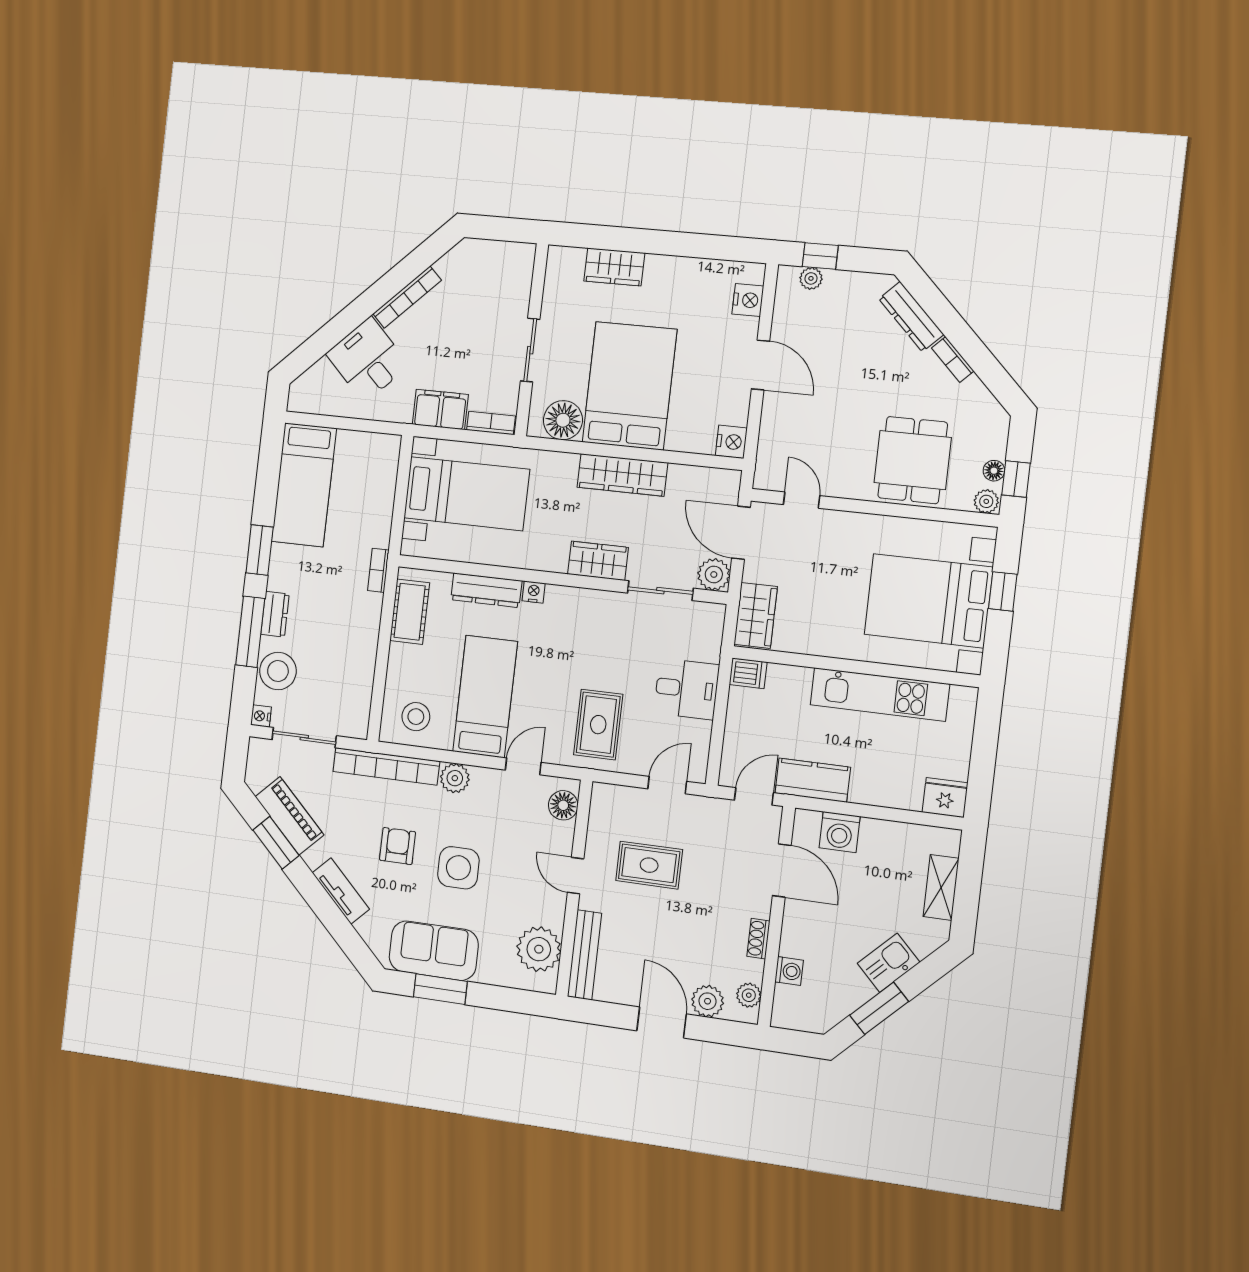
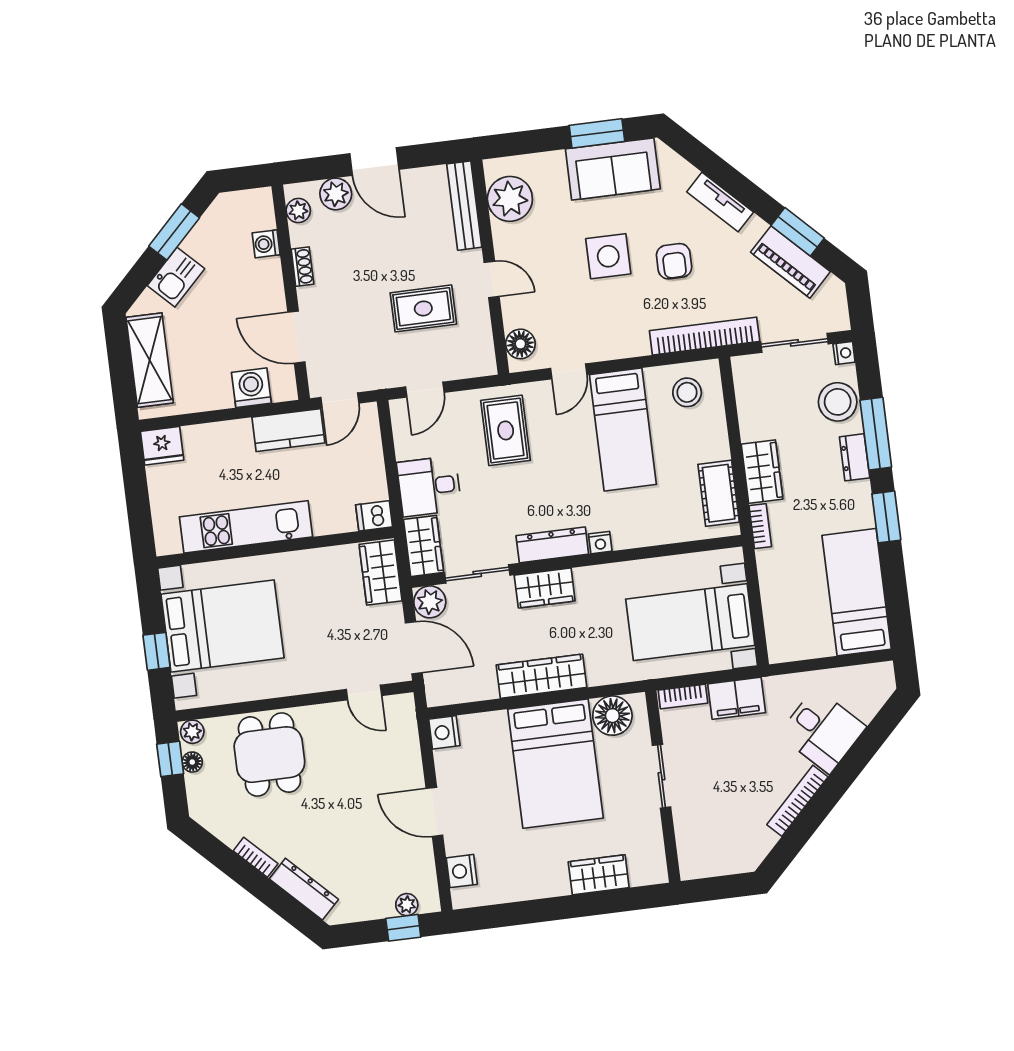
dresser: (486, 590) -> (552, 545), moved
wardrobe: (364, 622) -> (762, 472), added
wardrobe: (706, 631) -> (423, 546), added
plant: (455, 778) -> (633, 342), removed
shelving: (941, 887) -> (150, 360), width x1.50, depth x1.33

